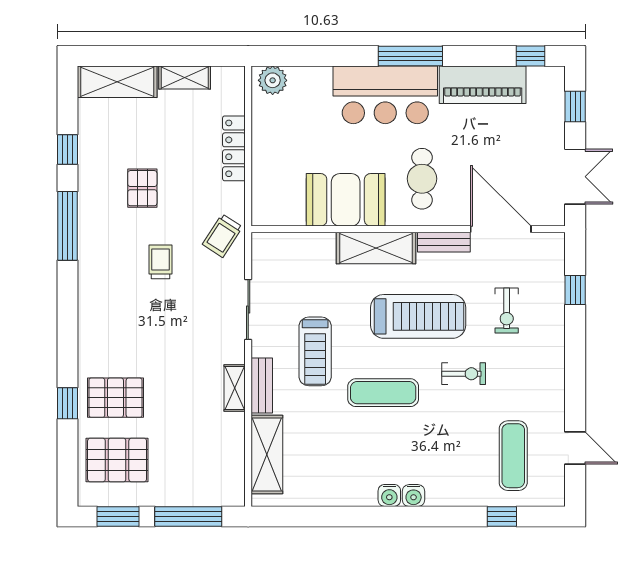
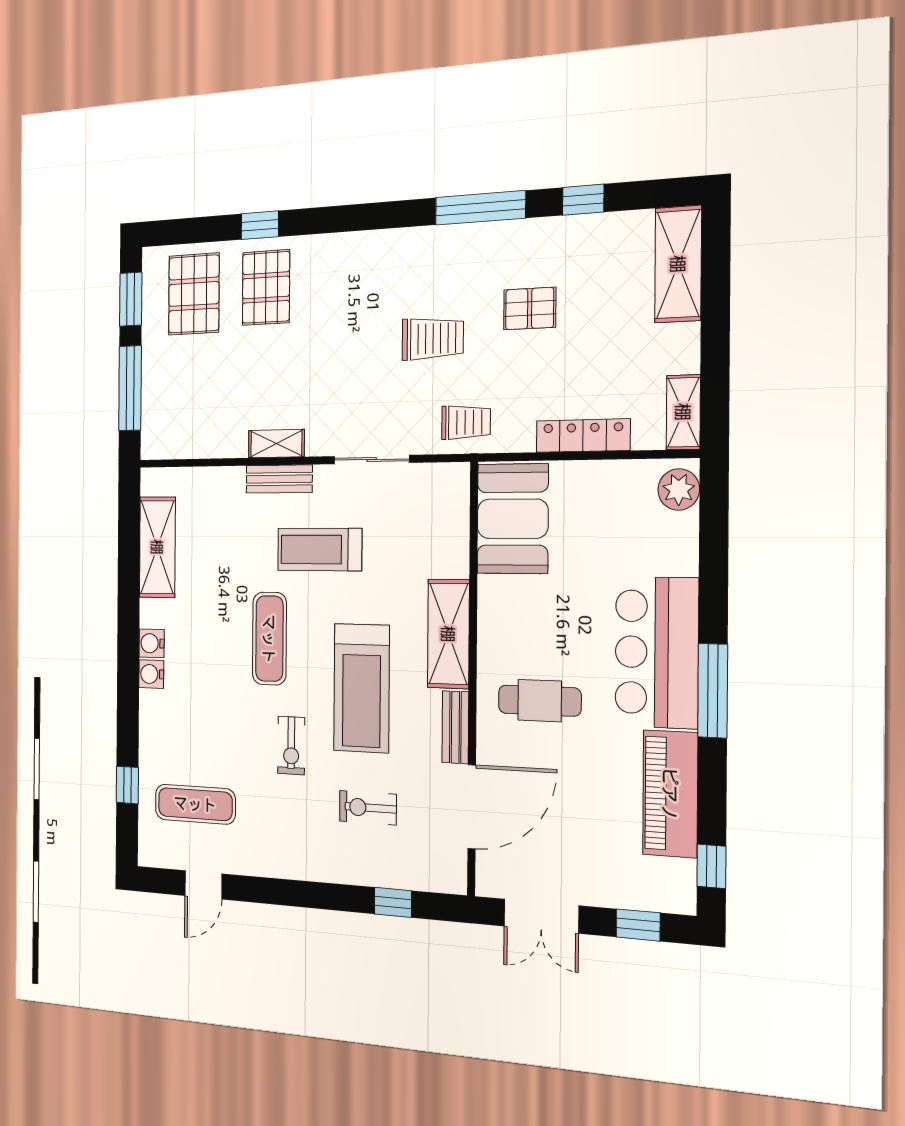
shelving: (185, 78) -> (683, 412), moved
booth: (346, 200) -> (513, 519), moved
trolley: (222, 236) -> (466, 422), turned 147
trolley: (160, 262) -> (433, 339), width x1.36, depth x1.39
shelving: (267, 454) -> (157, 547), moved, turned 90

